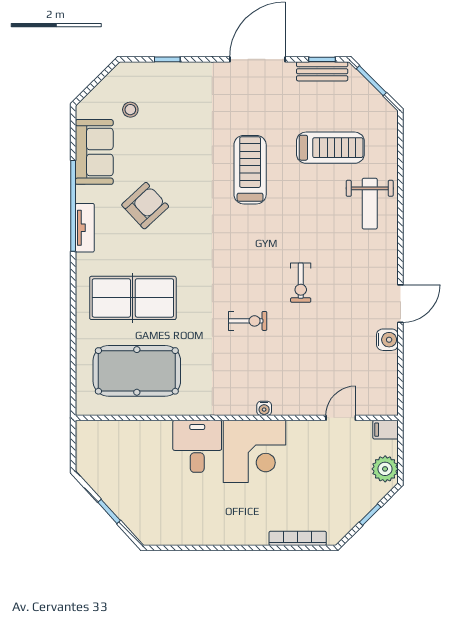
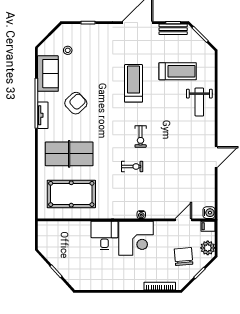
exercise bike: (301, 283) -> (141, 136), moved
water cooler: (387, 340) -> (209, 213), moved
chair: (341, 485) -> (184, 257), added

